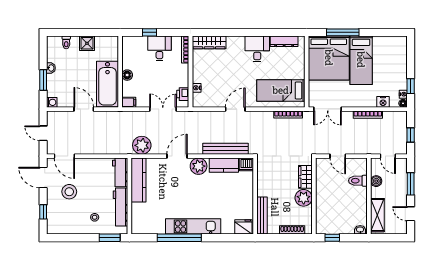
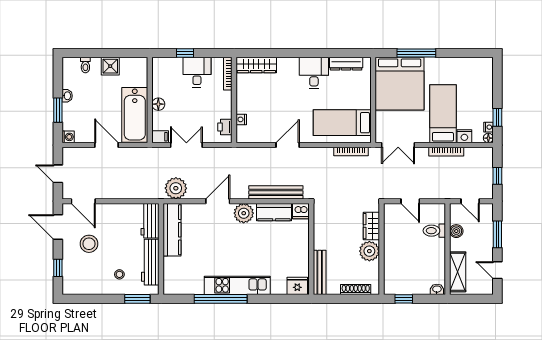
bed: (361, 60) -> (443, 114), moved, turned 180
double door: (163, 109) -> (186, 145), moved

